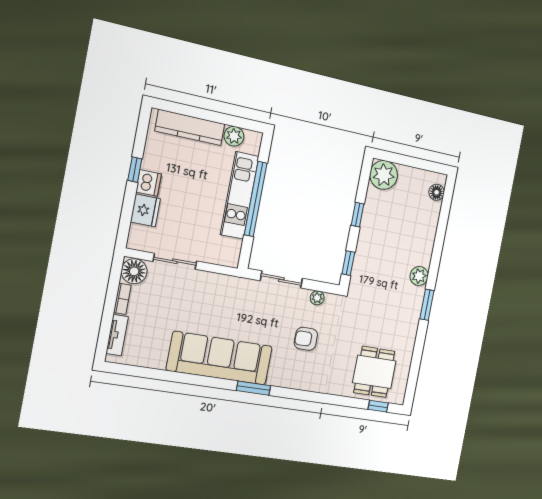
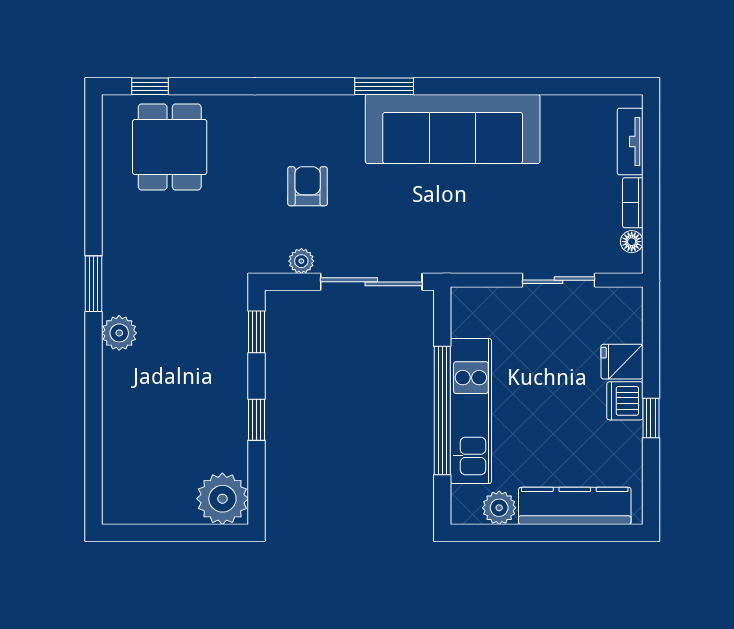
floor lamp: (437, 192) -> (116, 489), removed
fridge: (145, 210) -> (622, 362), width x0.72
floor lamp: (134, 271) -> (632, 242), width x0.53, depth x0.53
sliding door: (281, 280) -> (371, 282), width x1.37
armchair: (306, 339) -> (308, 186), turned -90

